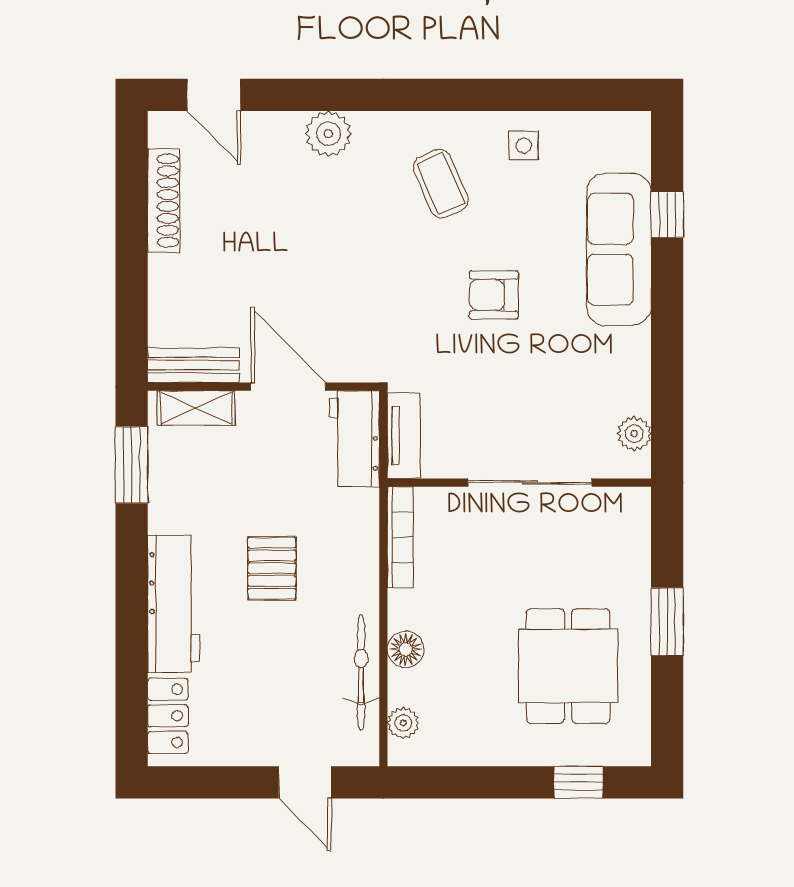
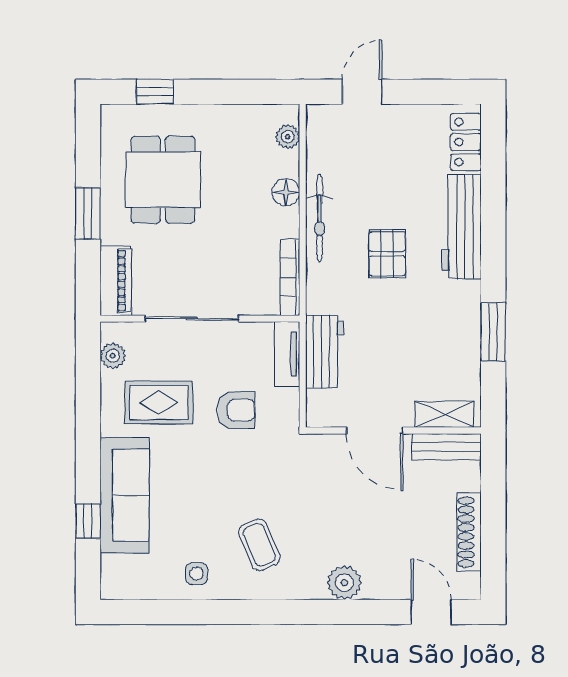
armchair: (494, 295) -> (236, 410), moved
bench: (193, 365) -> (447, 447), moved
rug: (573, 372) -> (159, 403), added
wall: (264, 387) -> (393, 431), moved
door: (288, 387) -> (375, 431), moved
shelving: (196, 408) -> (444, 414), moved
piano: (631, 533) -> (116, 281), added
bicycle: (361, 672) -> (320, 218), moved
door: (305, 782) -> (362, 92), hinge flipped

